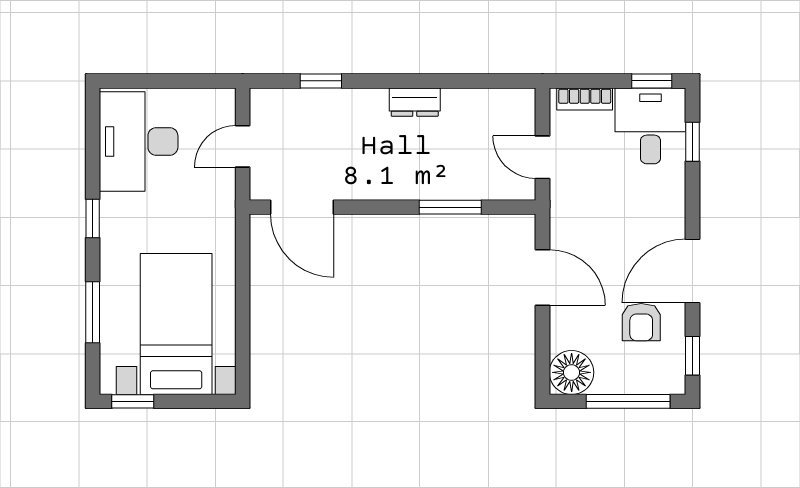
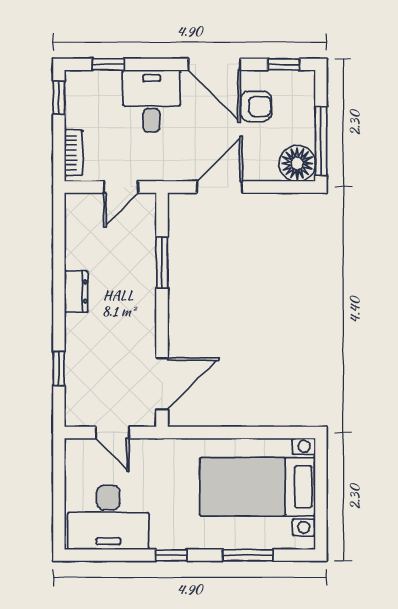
desk: (650, 126) -> (152, 101), moved, turned 90
window: (133, 401) -> (321, 522), removed
window: (628, 401) -> (321, 141), moved

